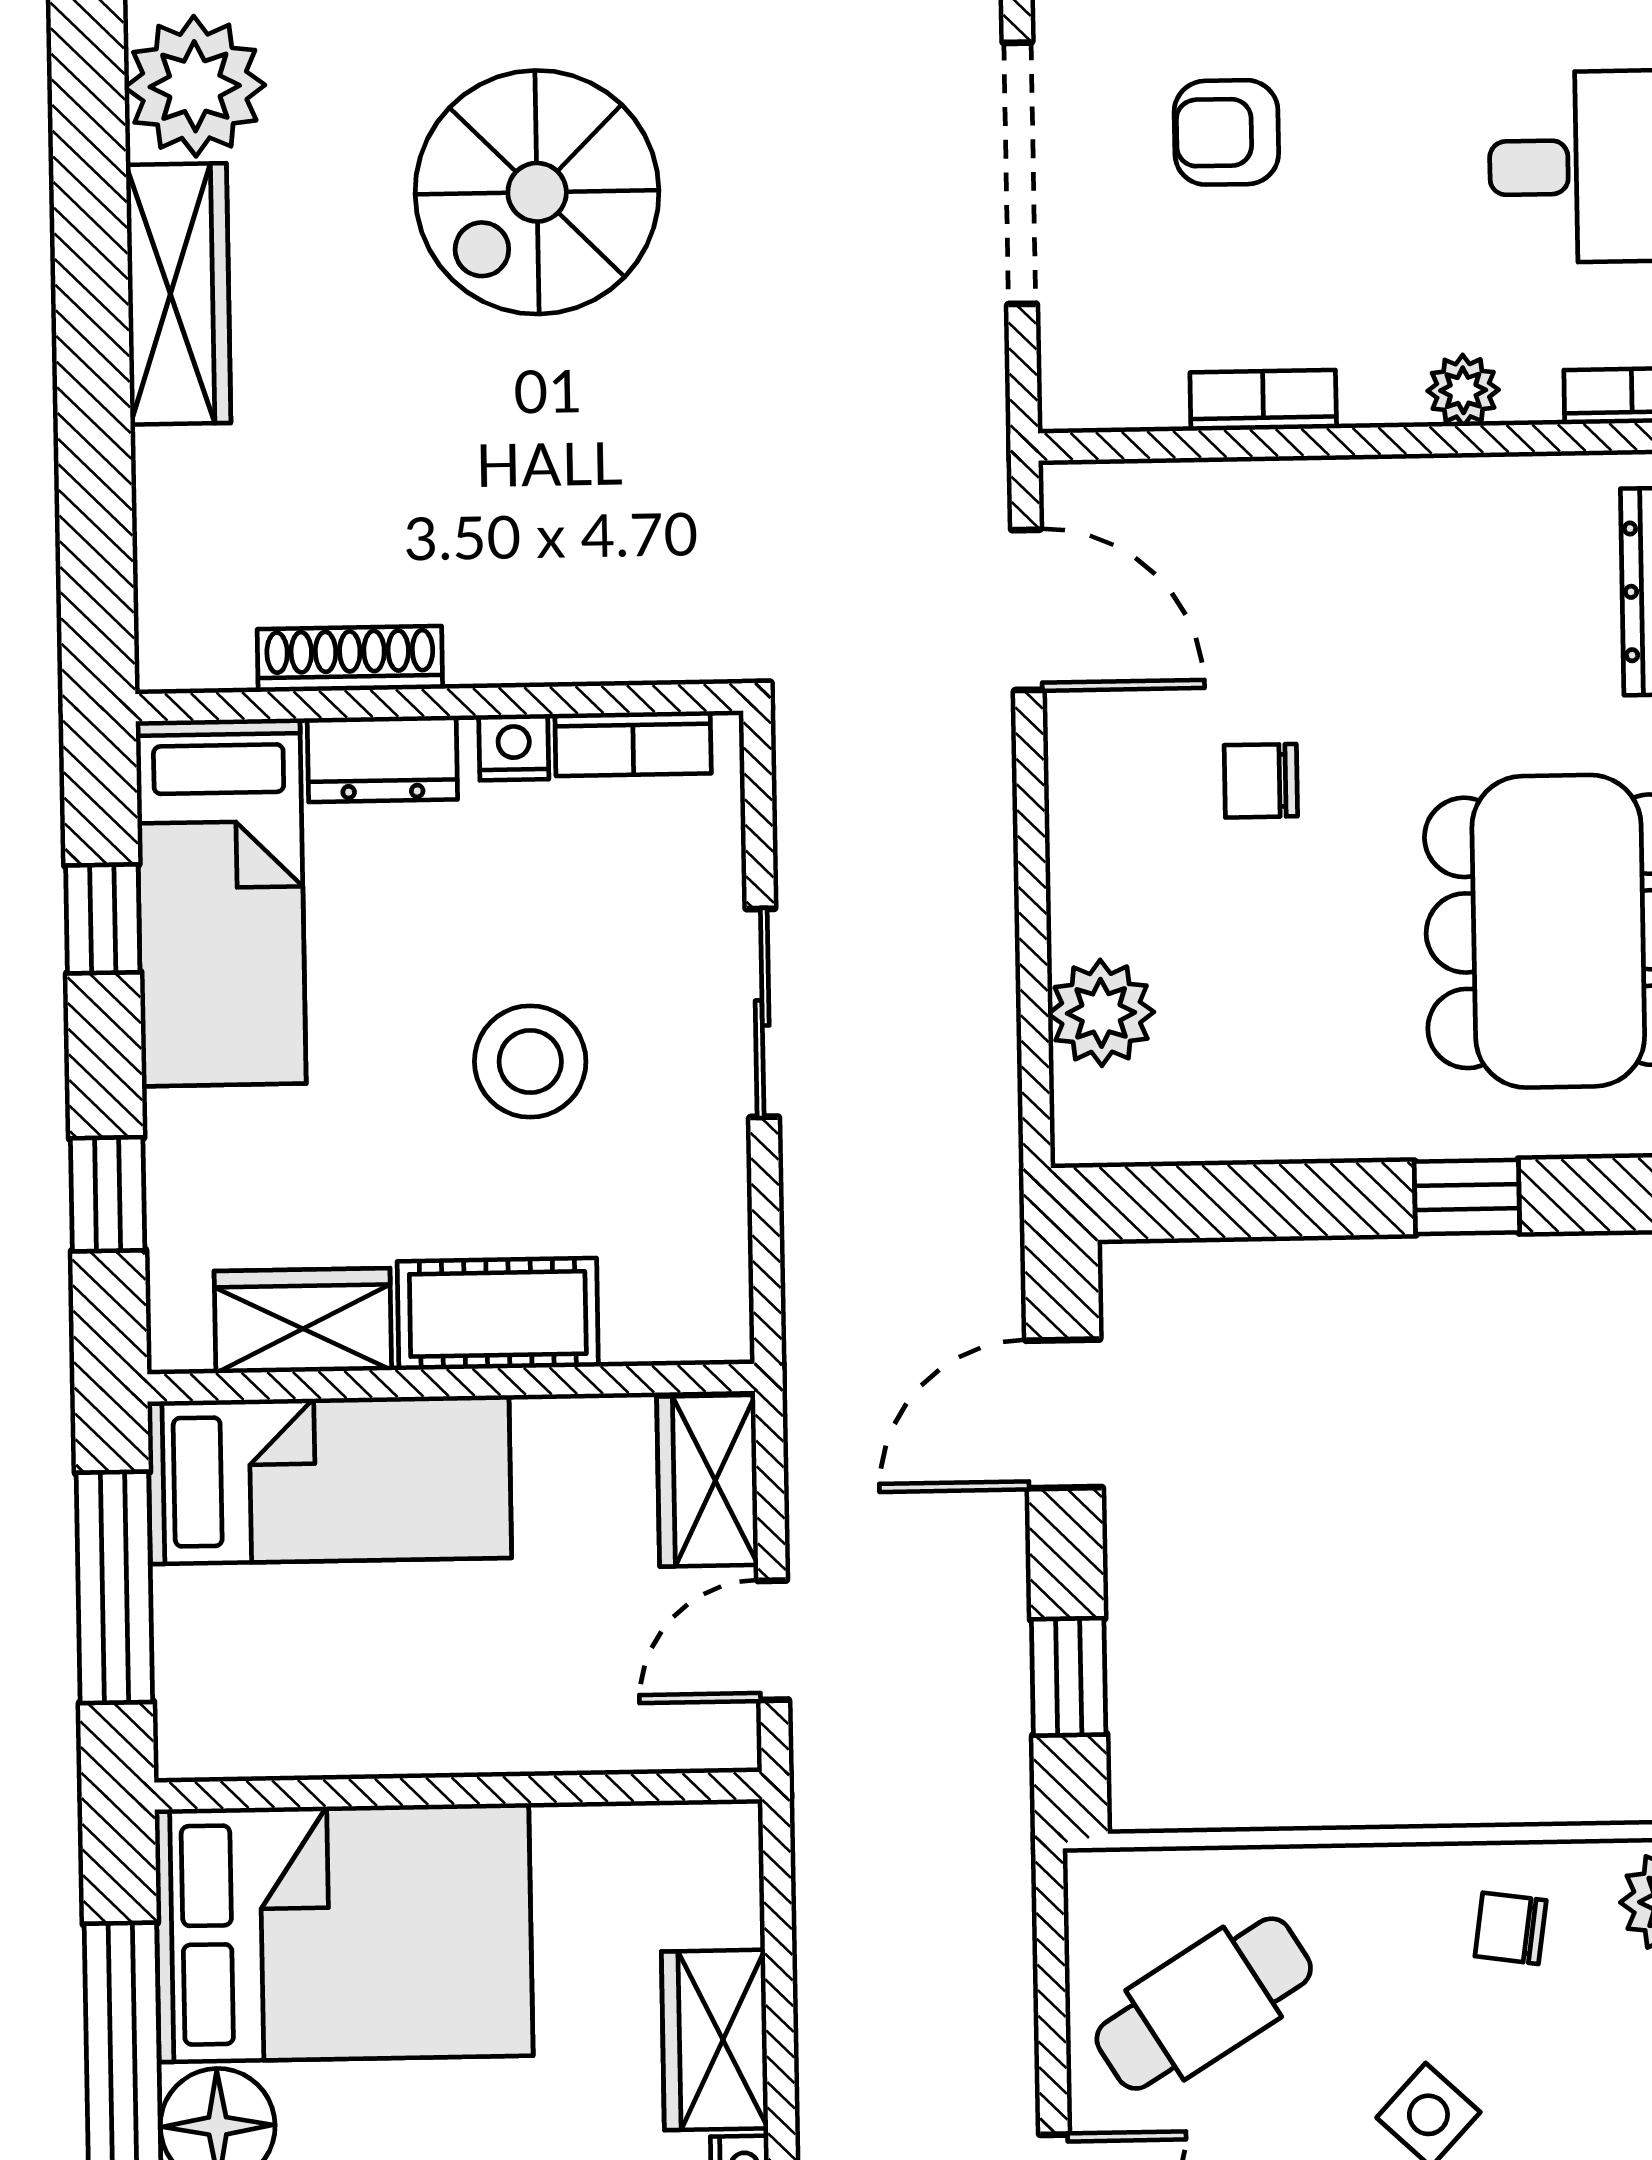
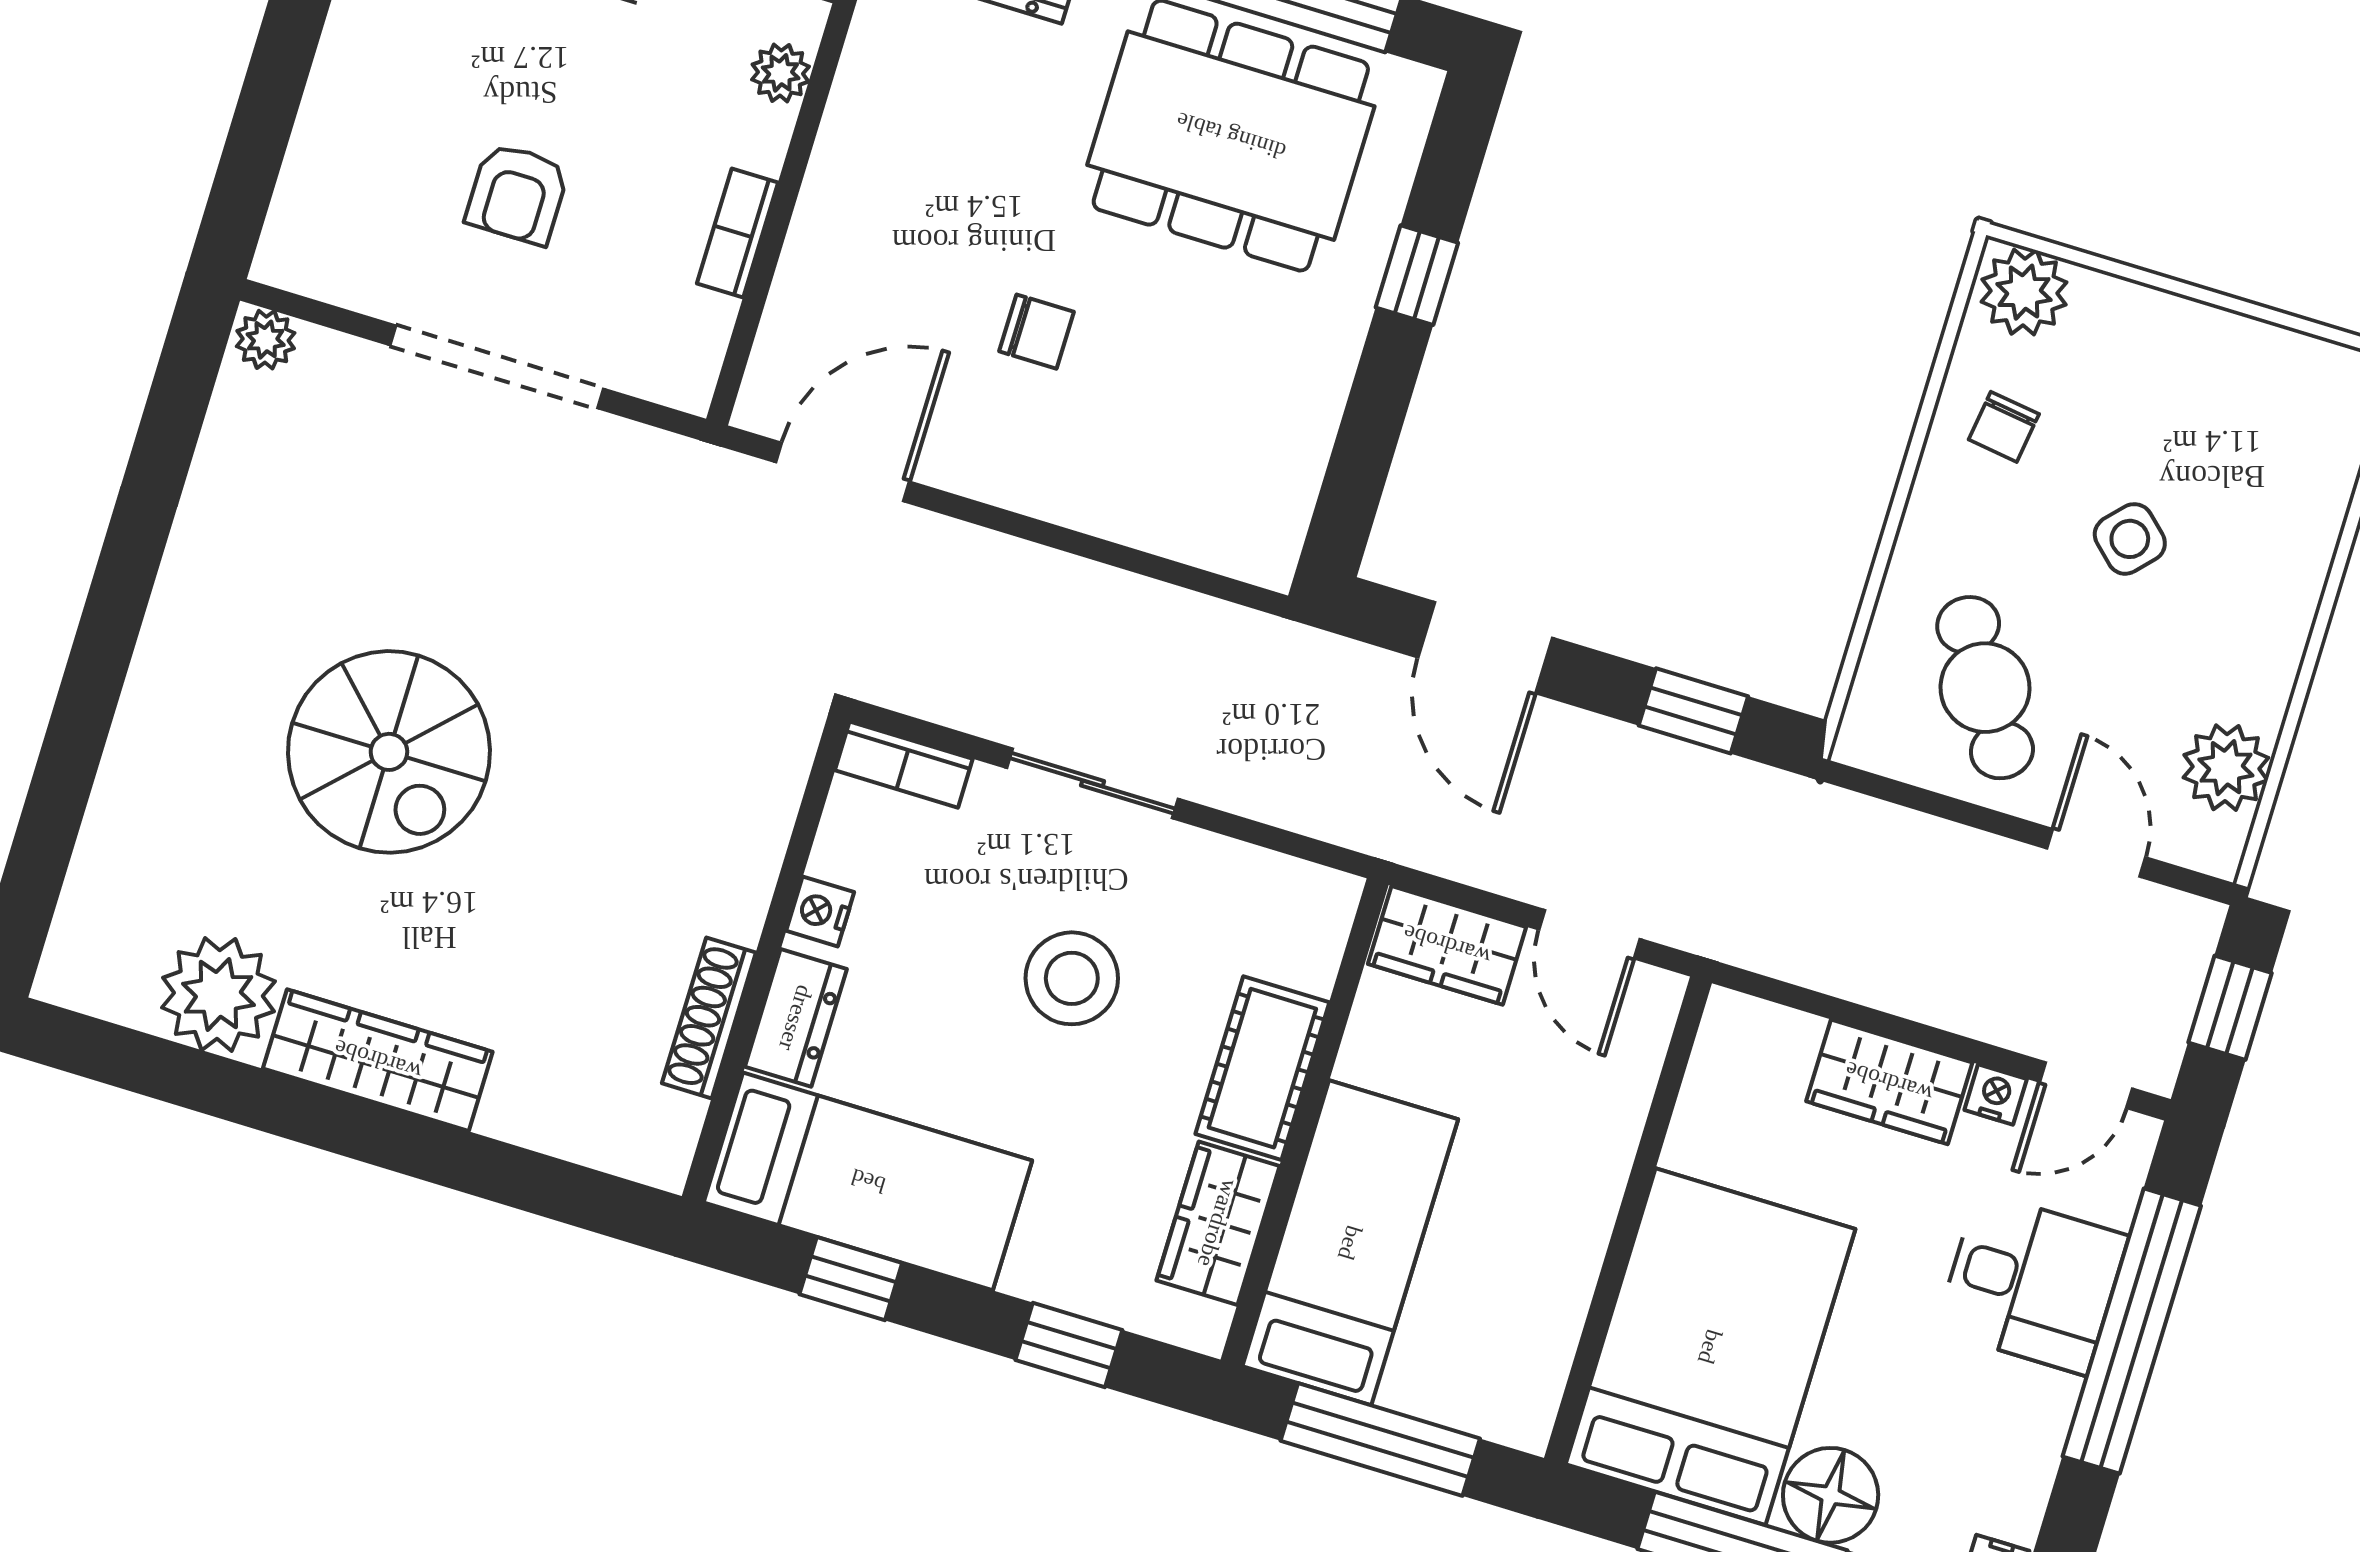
bookcase: (633, 744) -> (904, 765), moved, turned 90
chair: (1261, 781) -> (1037, 332), turned -90
plant: (1101, 1013) -> (1179, 516), removed

